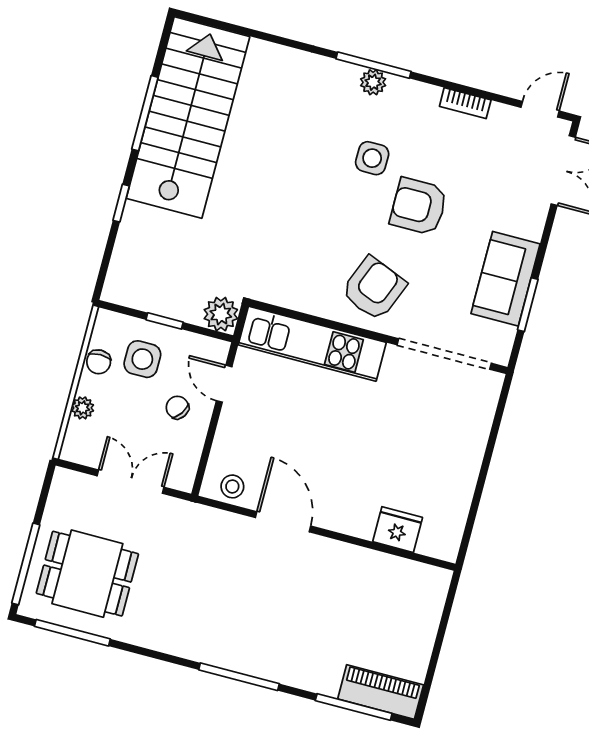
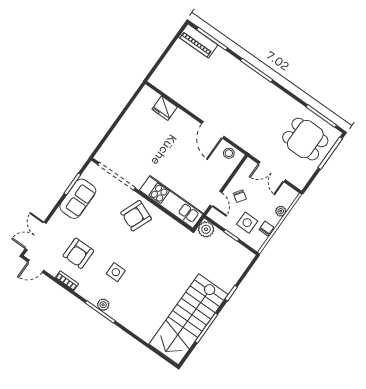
armchair: (419, 206) -> (78, 253), moved, turned 90

